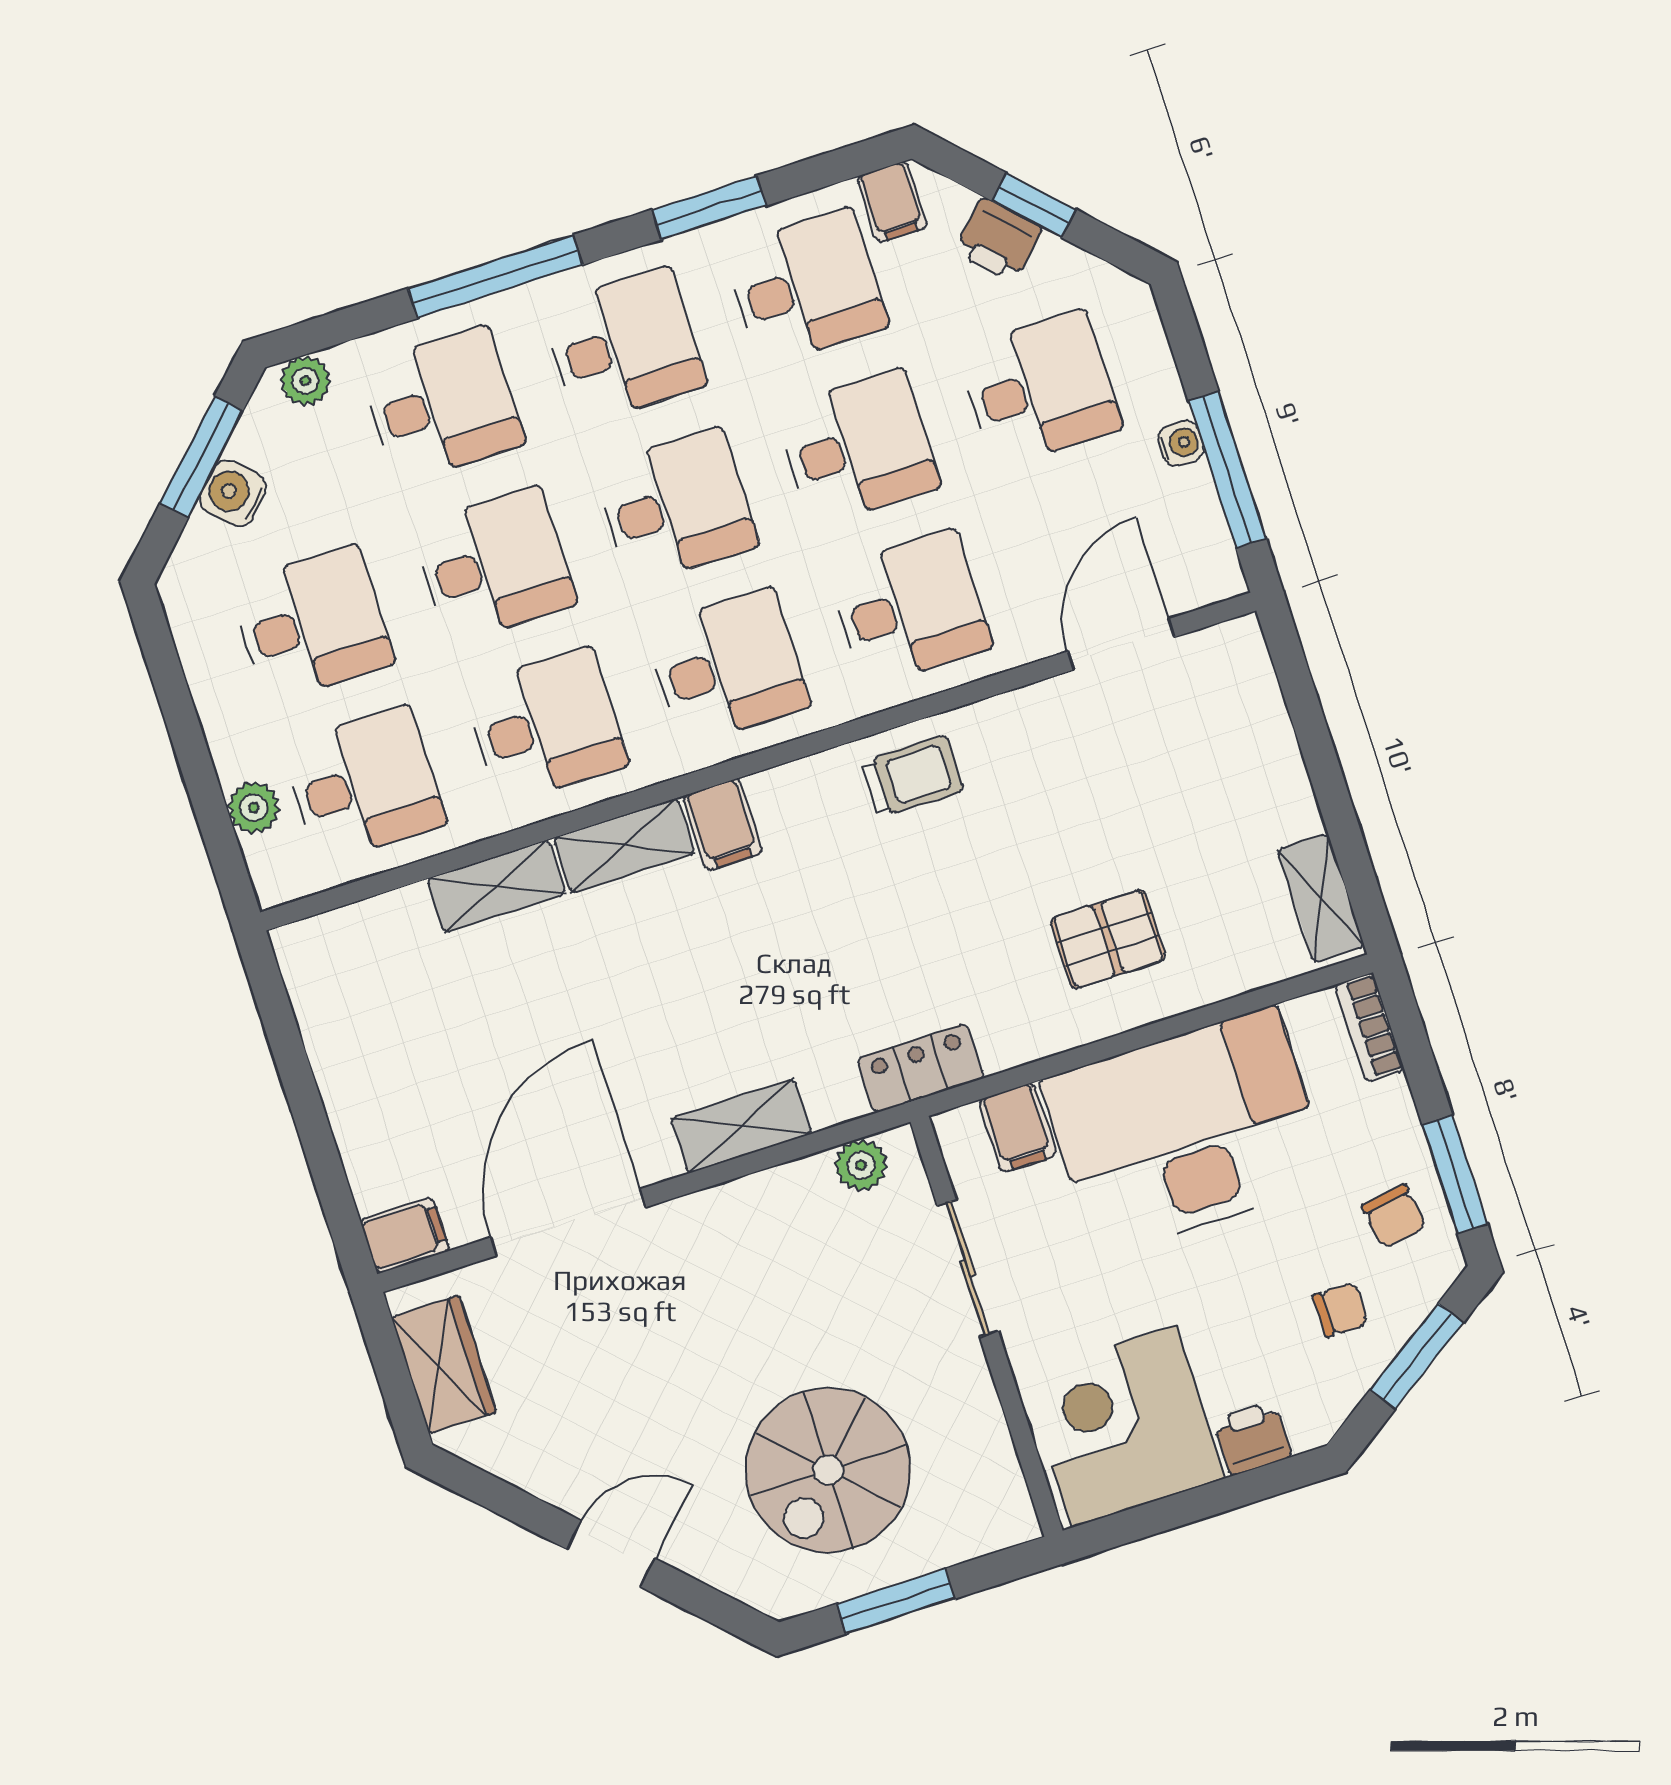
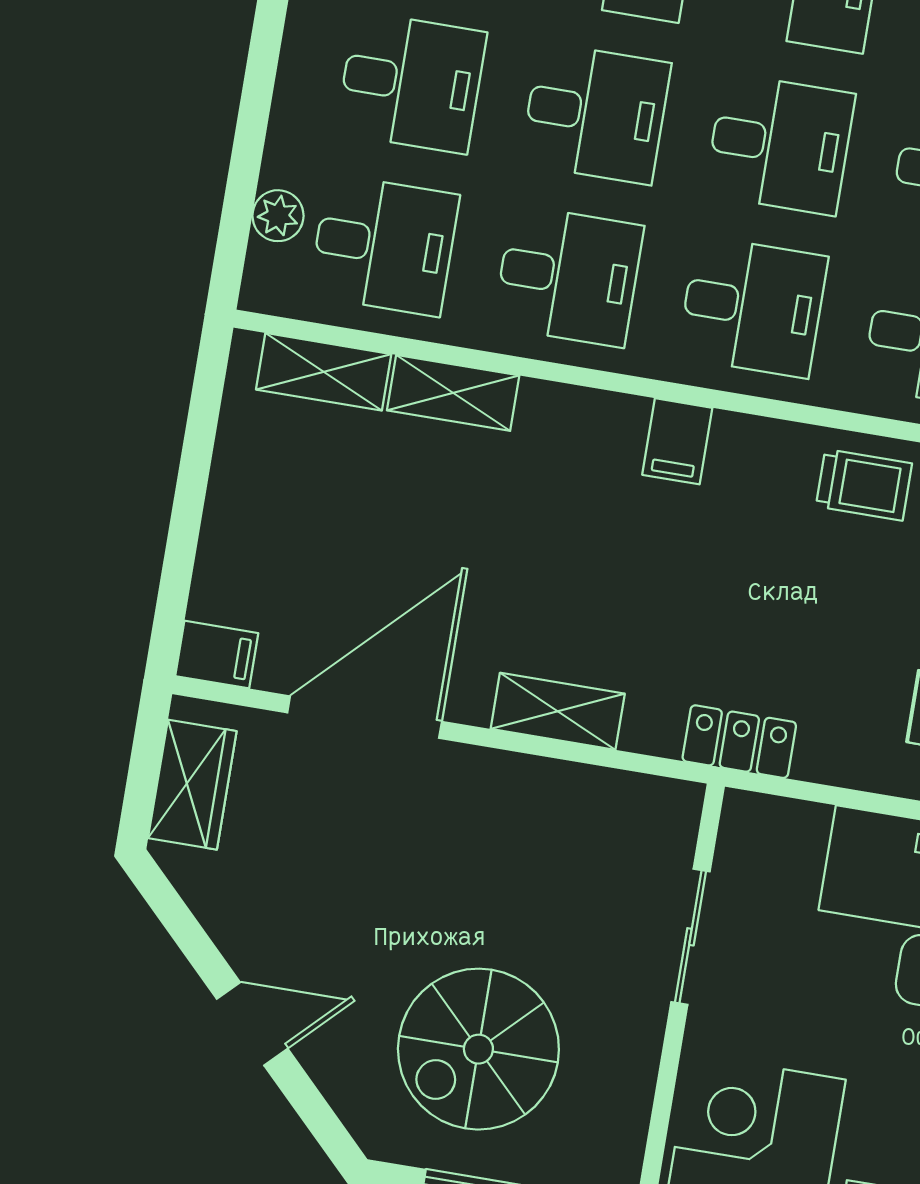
shelving: (624, 845) -> (324, 372), moved
filing cabinet: (1018, 1128) -> (797, 837), removed
plant: (861, 1165) -> (644, 799), removed

